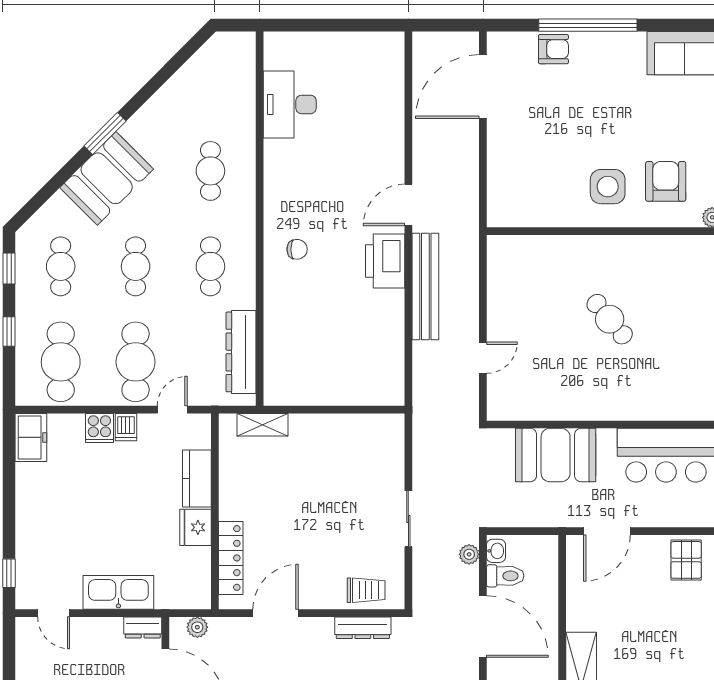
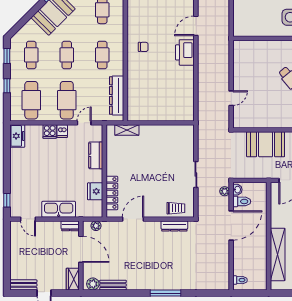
bench: (425, 286) -> (204, 64), removed
fridge: (195, 527) -> (95, 191), moved
door: (483, 627) -> (231, 225), hinge flipped

